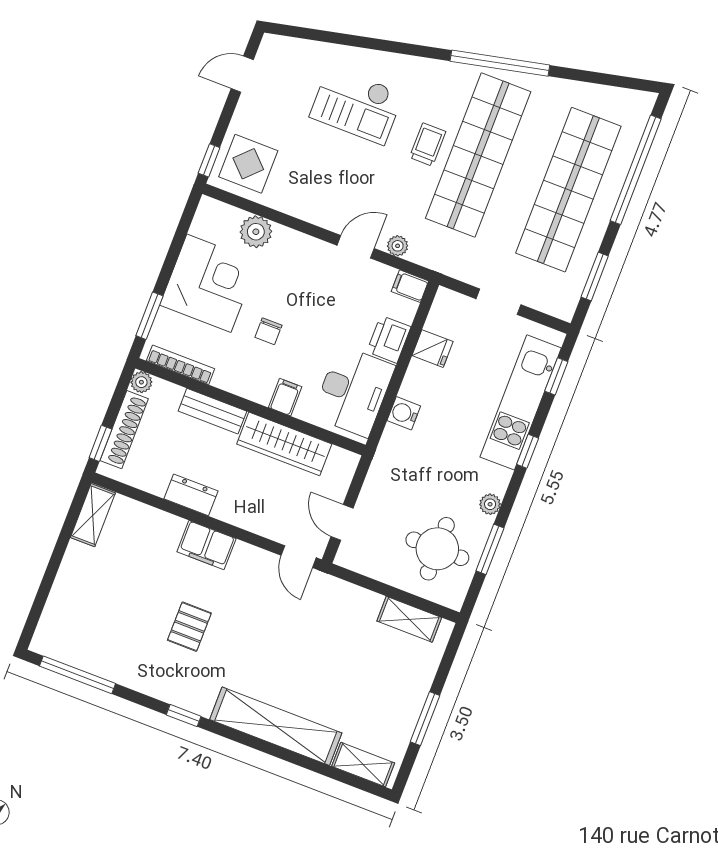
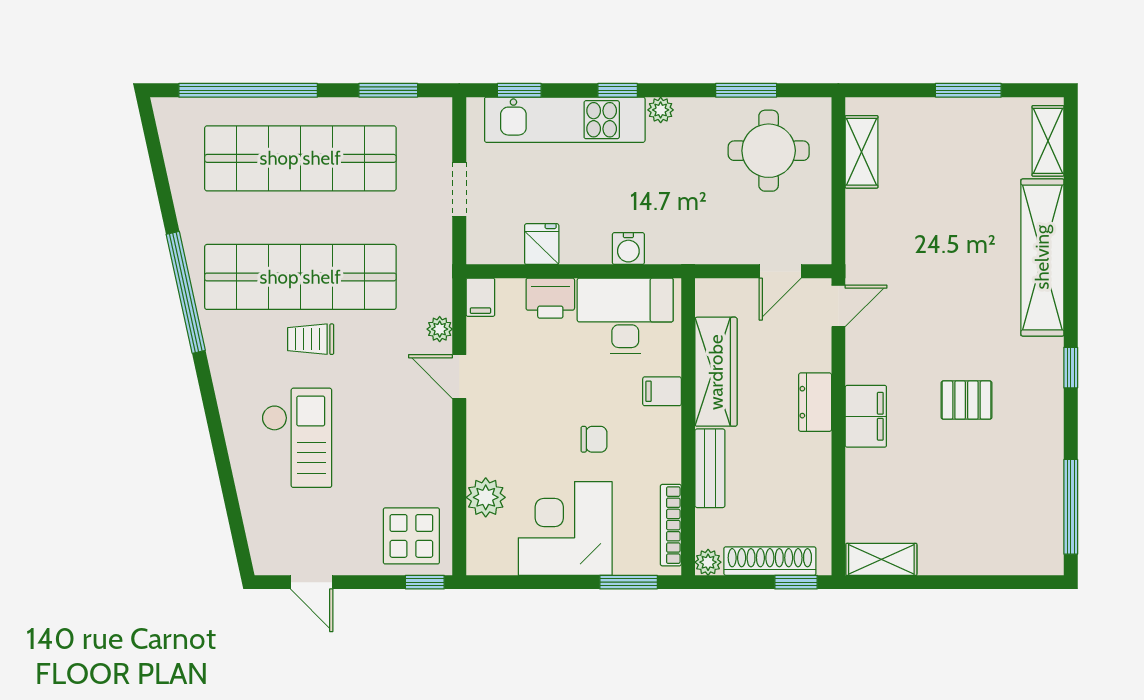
dresser: (191, 495) -> (815, 402), moved
plant: (490, 504) -> (661, 110), moved

